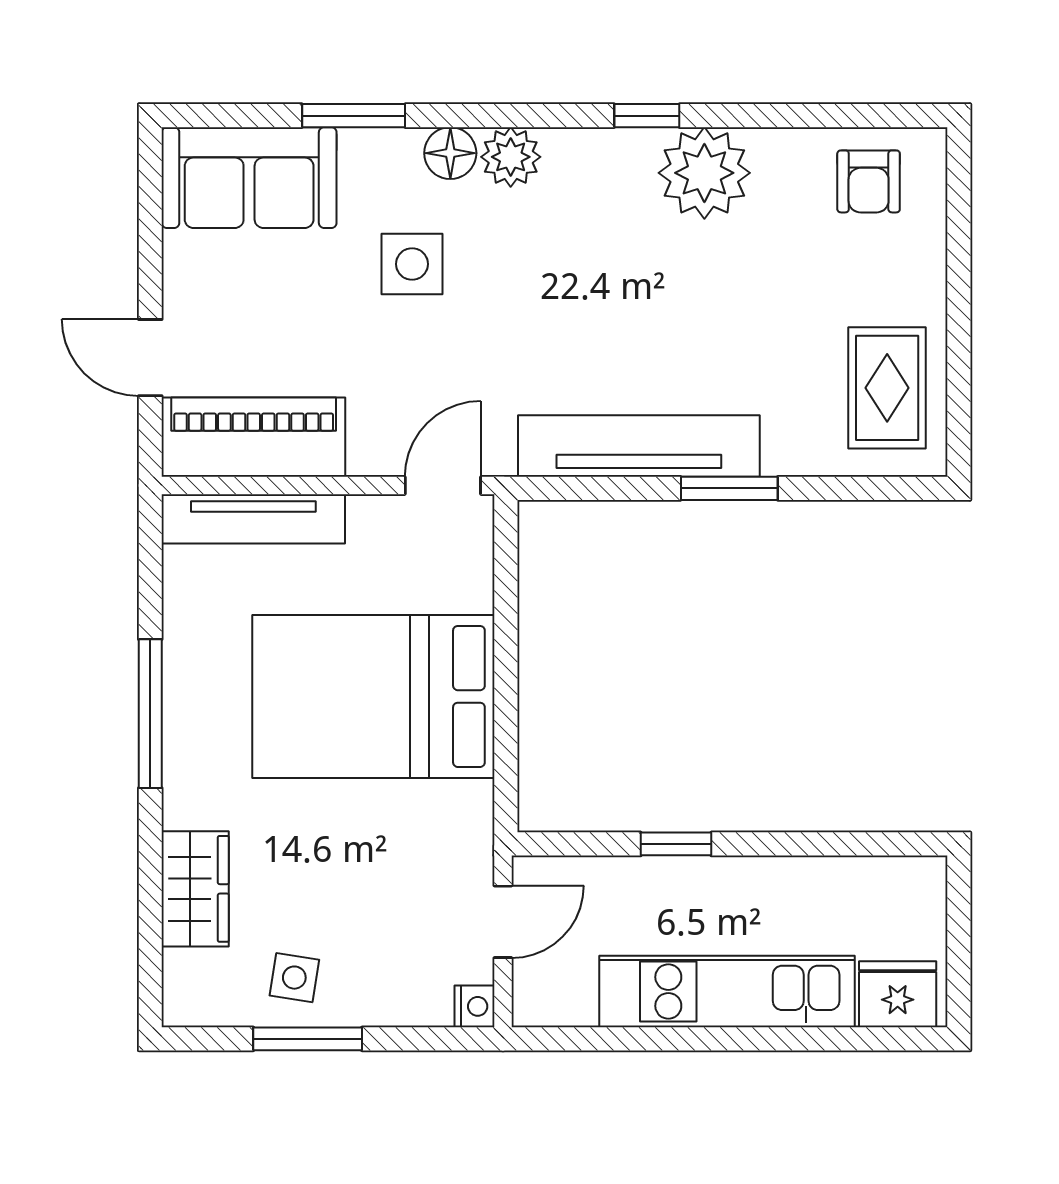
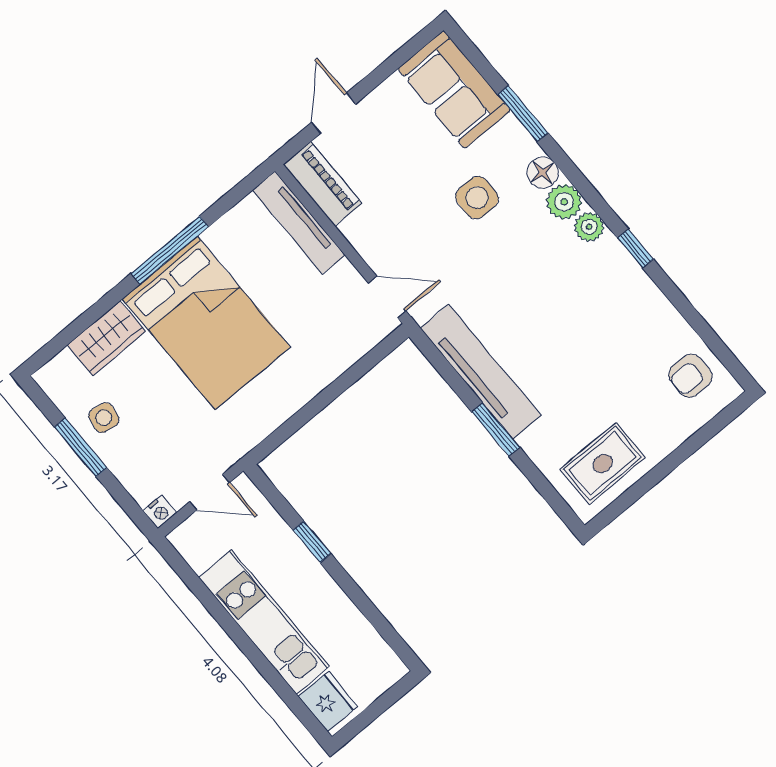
plant: (704, 173) -> (589, 227), moved, width x0.53, depth x0.53
piano: (254, 437) -> (323, 184), width x0.73, depth x0.75
bed: (373, 696) -> (206, 323), moved, turned 180

